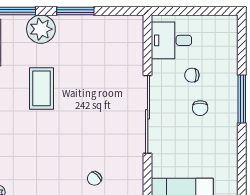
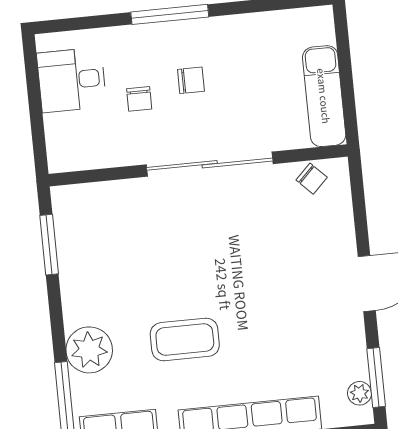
window: (75, 11) -> (49, 245), moved
desk: (171, 40) -> (72, 80), moved, turned 90
chair: (94, 178) -> (312, 179), moved

